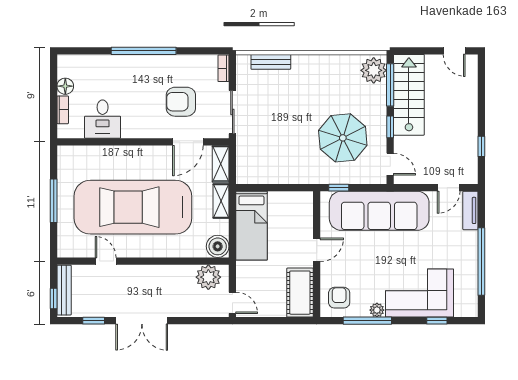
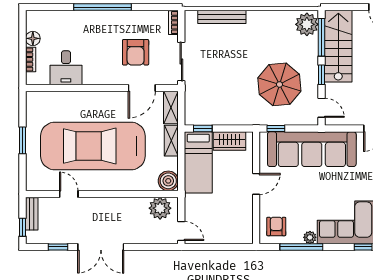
bench: (271, 62) -> (222, 17), width x1.36
armchair: (181, 102) -> (136, 52), turned -90
window: (256, 188) -> (203, 129), added
window: (54, 201) -> (22, 140), width x0.69
wardrobe: (287, 202) -> (230, 141), added
bench: (64, 290) -> (32, 214), width x0.73
cot: (300, 293) -> (241, 222), removed

